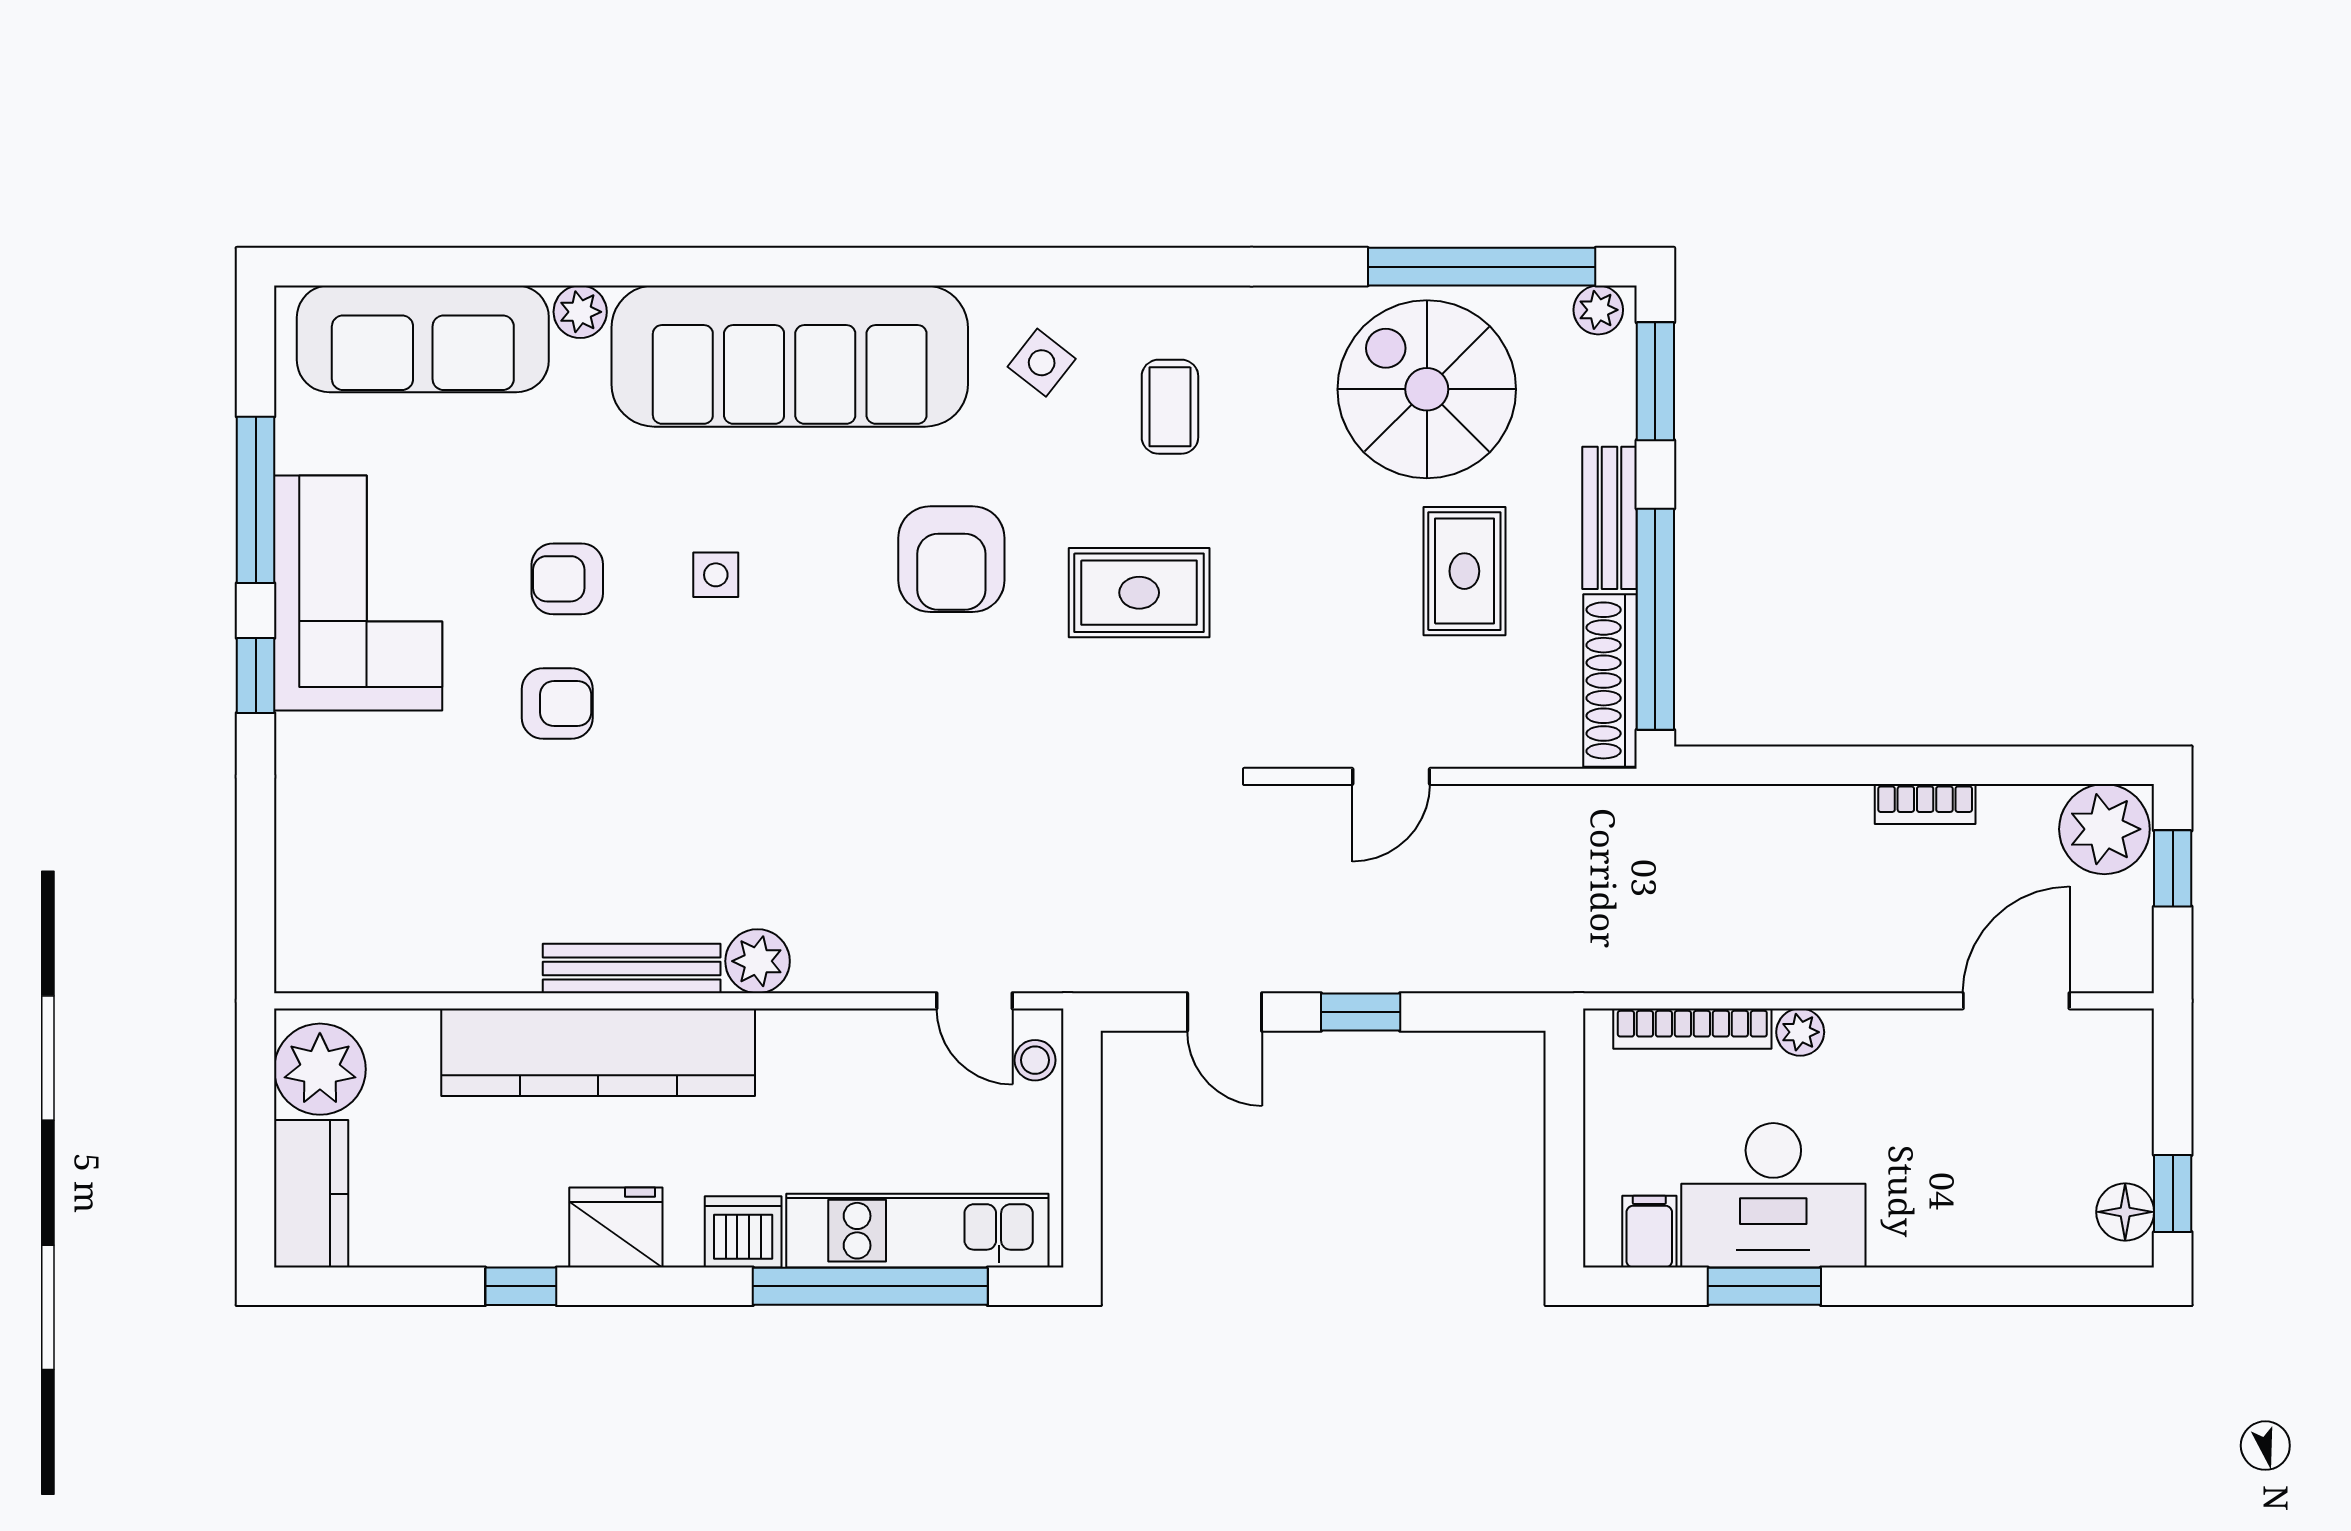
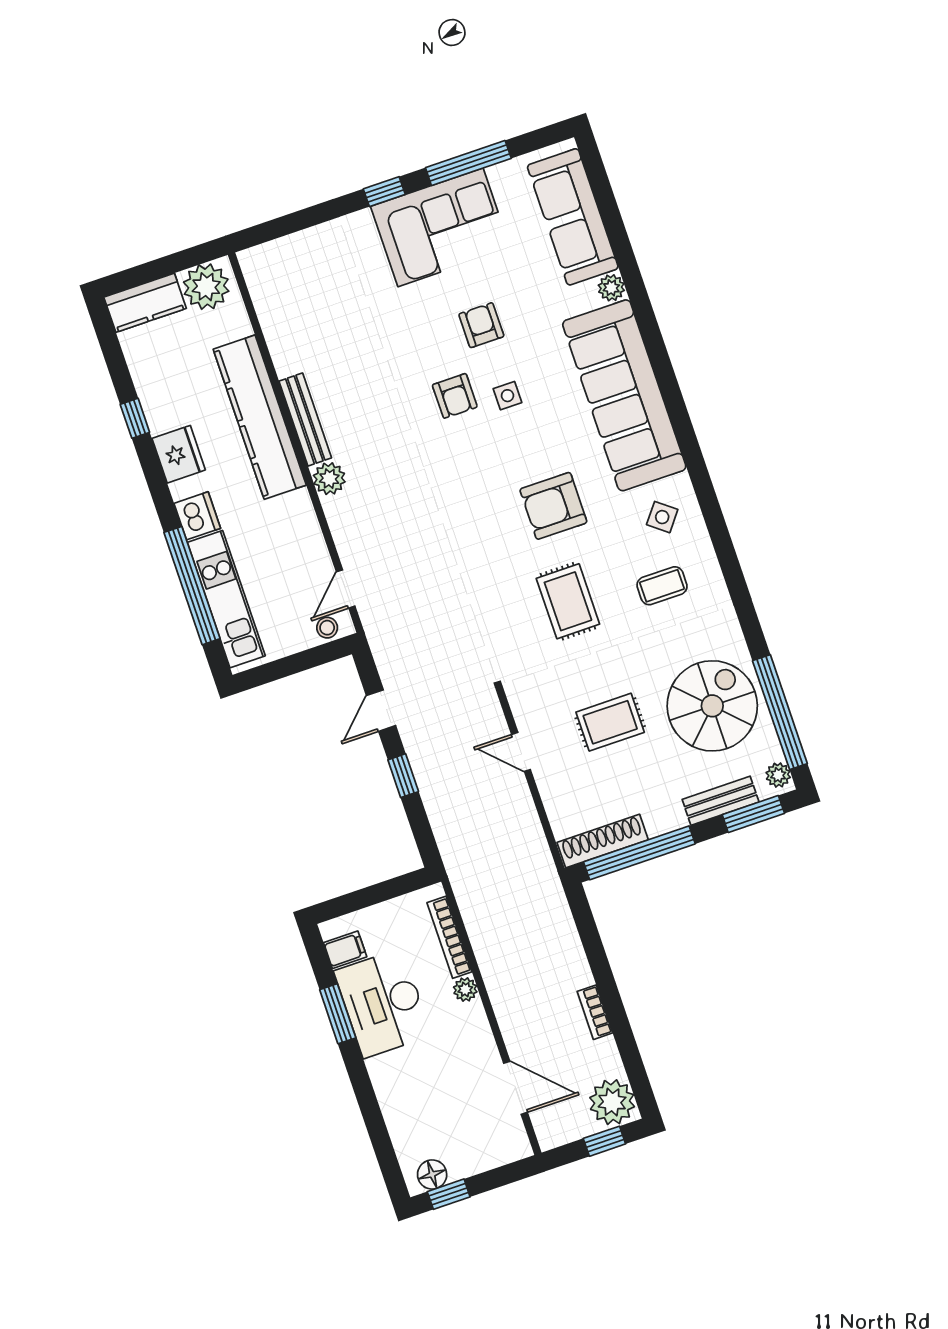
bench: (1609, 518) -> (721, 801), moved
rug: (1464, 571) -> (610, 722), moved
armchair: (557, 704) -> (455, 396), moved

